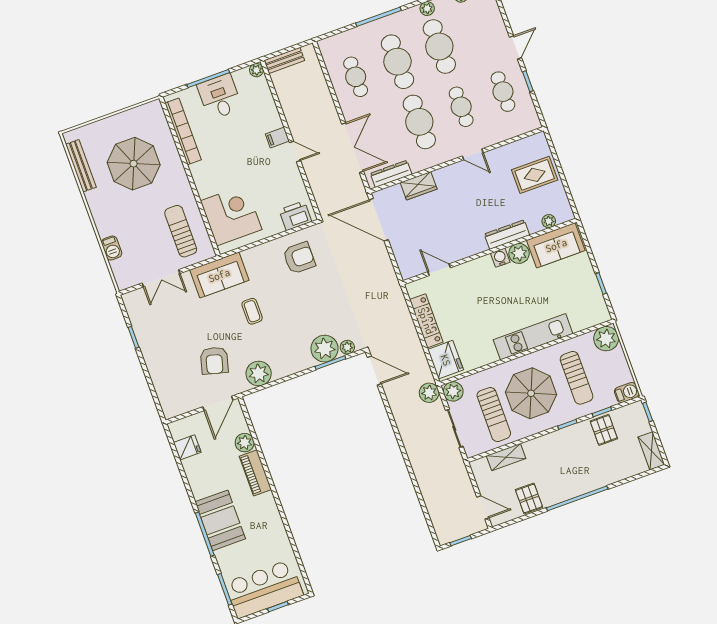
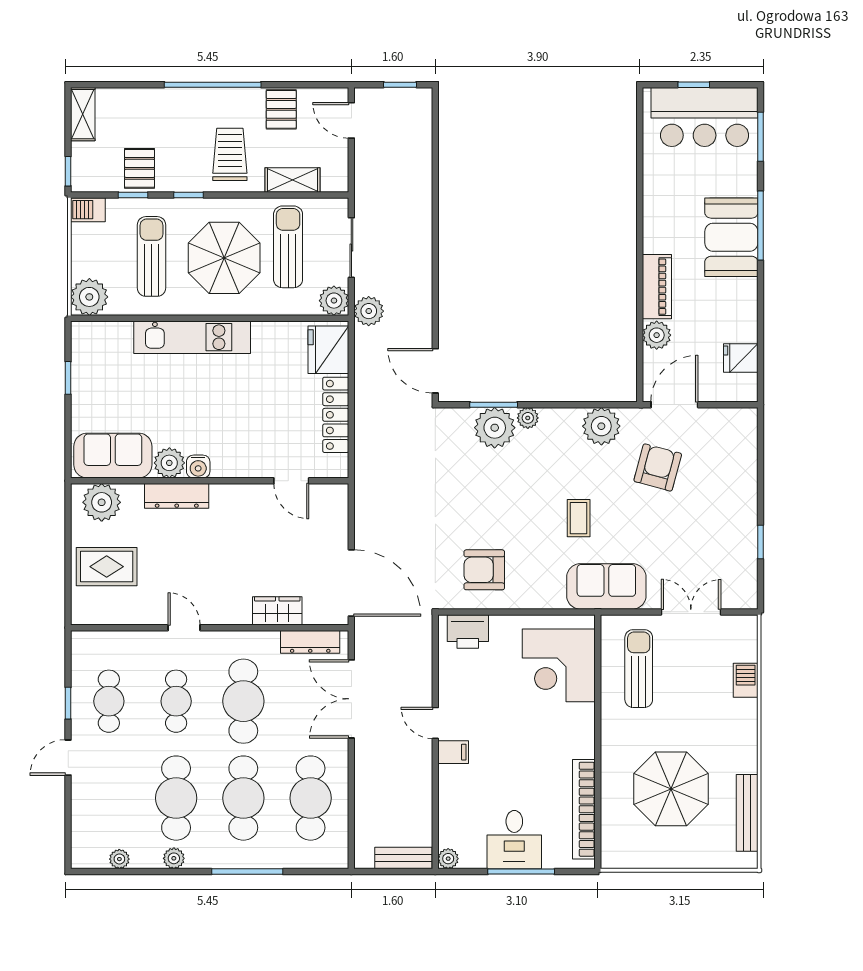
cafe table: (356, 77) -> (311, 798), width x1.37, depth x1.35
plant: (549, 221) -> (102, 502), width x1.87, depth x1.87
sun lounger: (181, 231) -> (639, 669), turned 180
plant: (347, 347) -> (528, 418), moved
trolley: (551, 459) -> (230, 154), added

